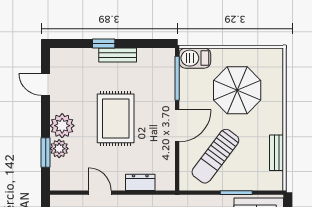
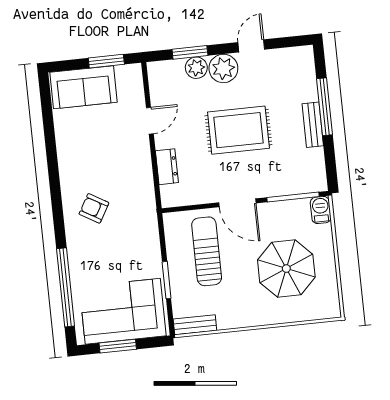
window: (104, 44) -> (324, 107), width x2.17
barbecue: (195, 58) -> (321, 210), width x0.73, depth x0.79
door: (46, 84) -> (251, 46), moved
bench: (277, 153) -> (195, 325), moved
sun lounger: (215, 156) -> (207, 251), turned 53

